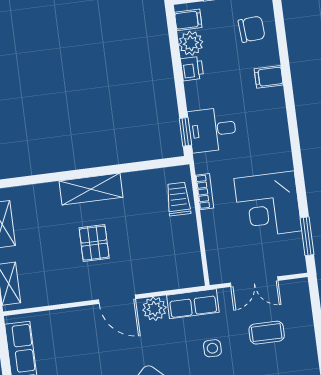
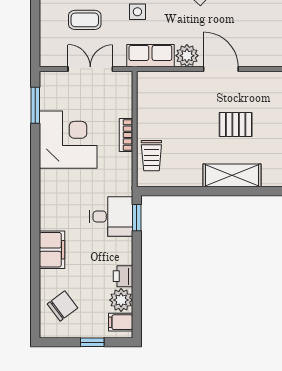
chair: (252, 29) -> (62, 306), turned 147
filing cabinet: (269, 77) -> (52, 250), width x2.00
bookcase: (205, 192) -> (126, 135), moved
pallet: (94, 243) -> (236, 124), turned 90

